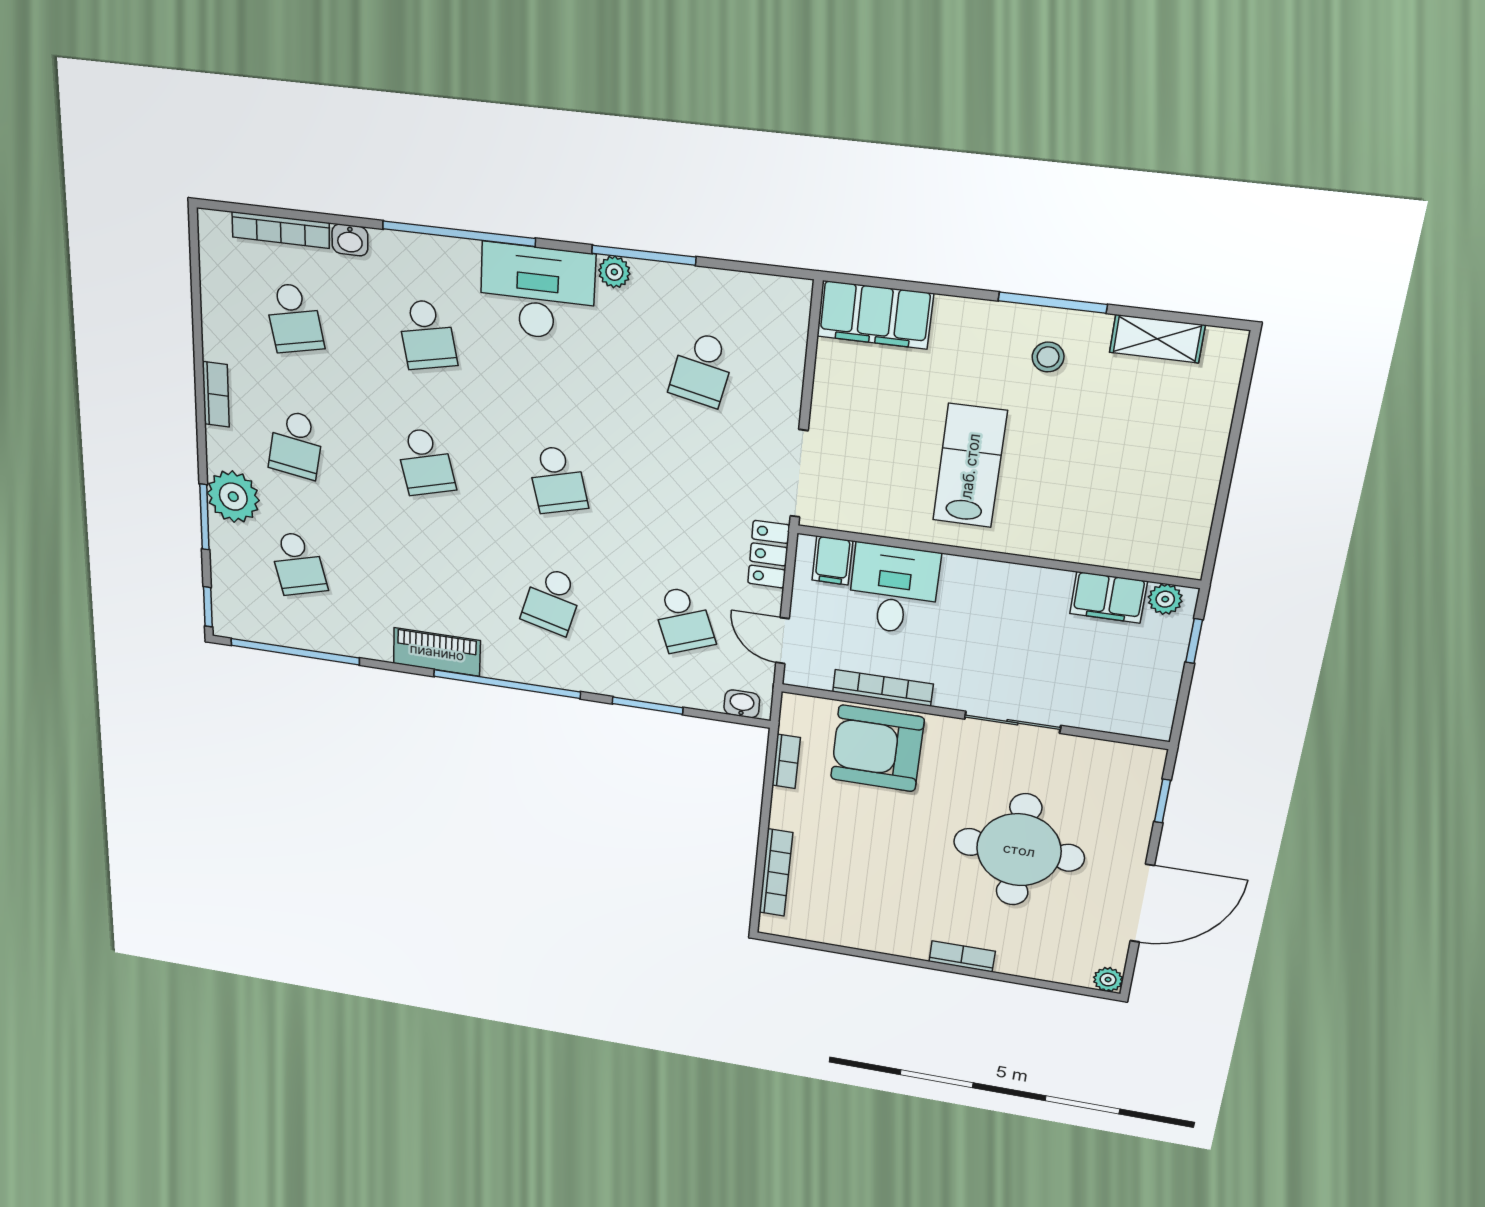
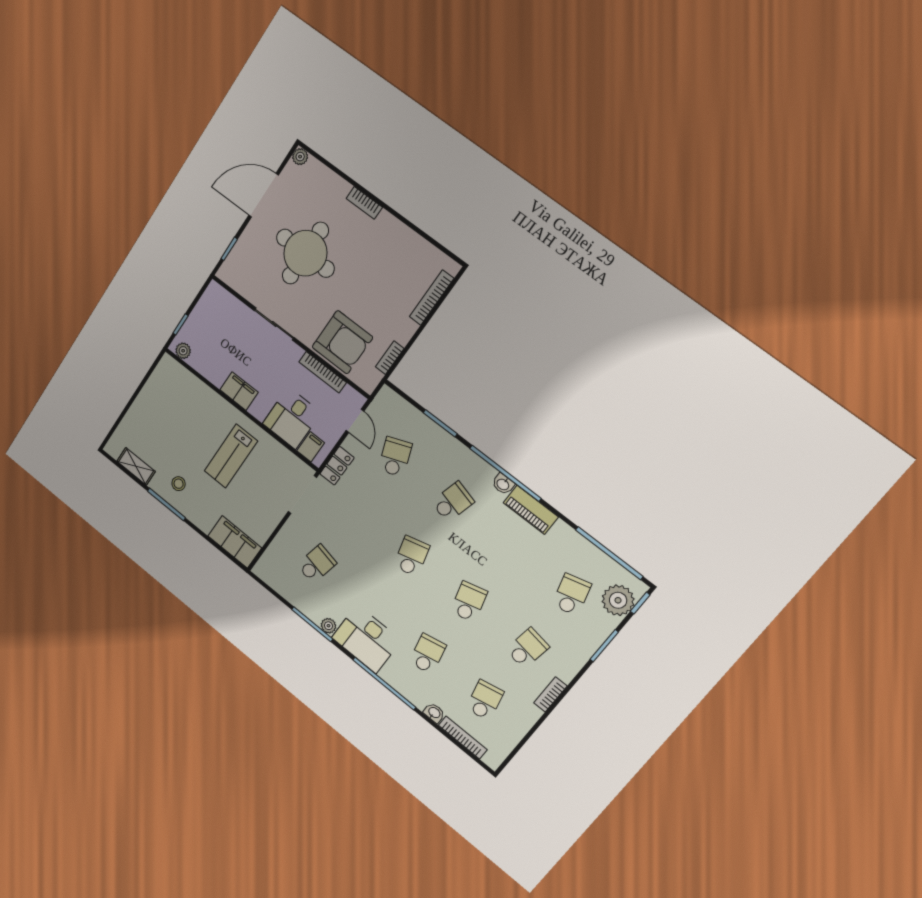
plant: (233, 497) -> (618, 600), moved
filing cabinet: (1109, 597) -> (239, 391), moved
washbasin: (742, 704) -> (503, 484), moved

